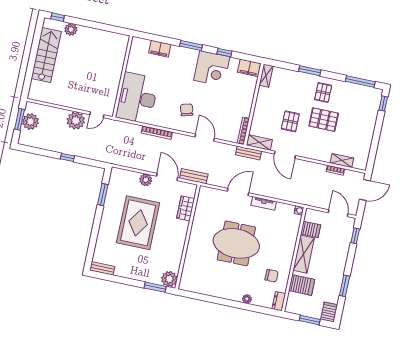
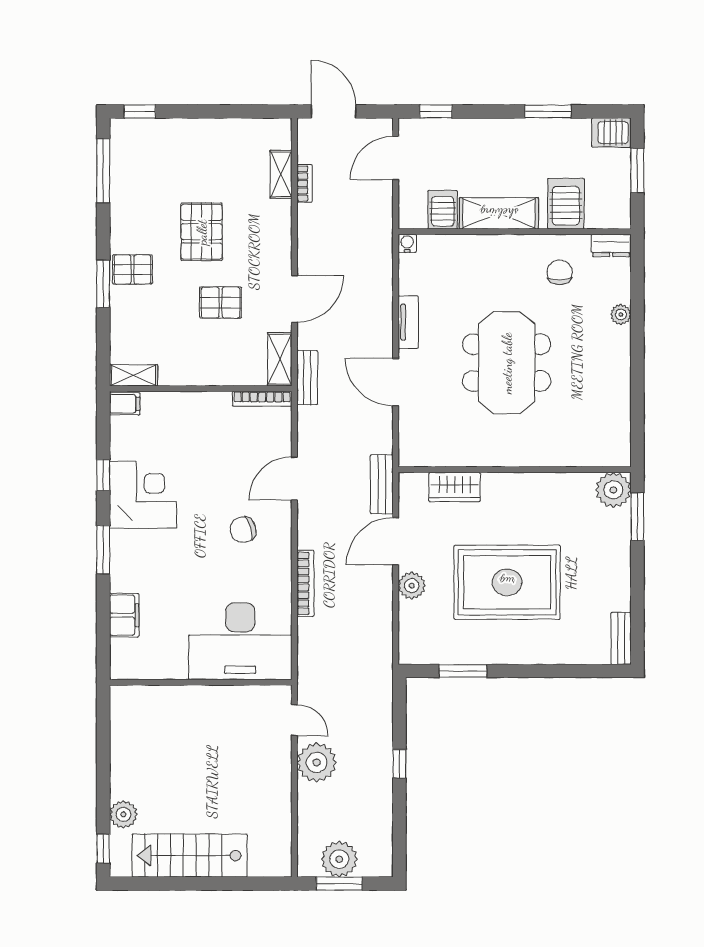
filing cabinet: (249, 68) -> (125, 404), width x0.50
pallet: (323, 93) -> (132, 269), moved

